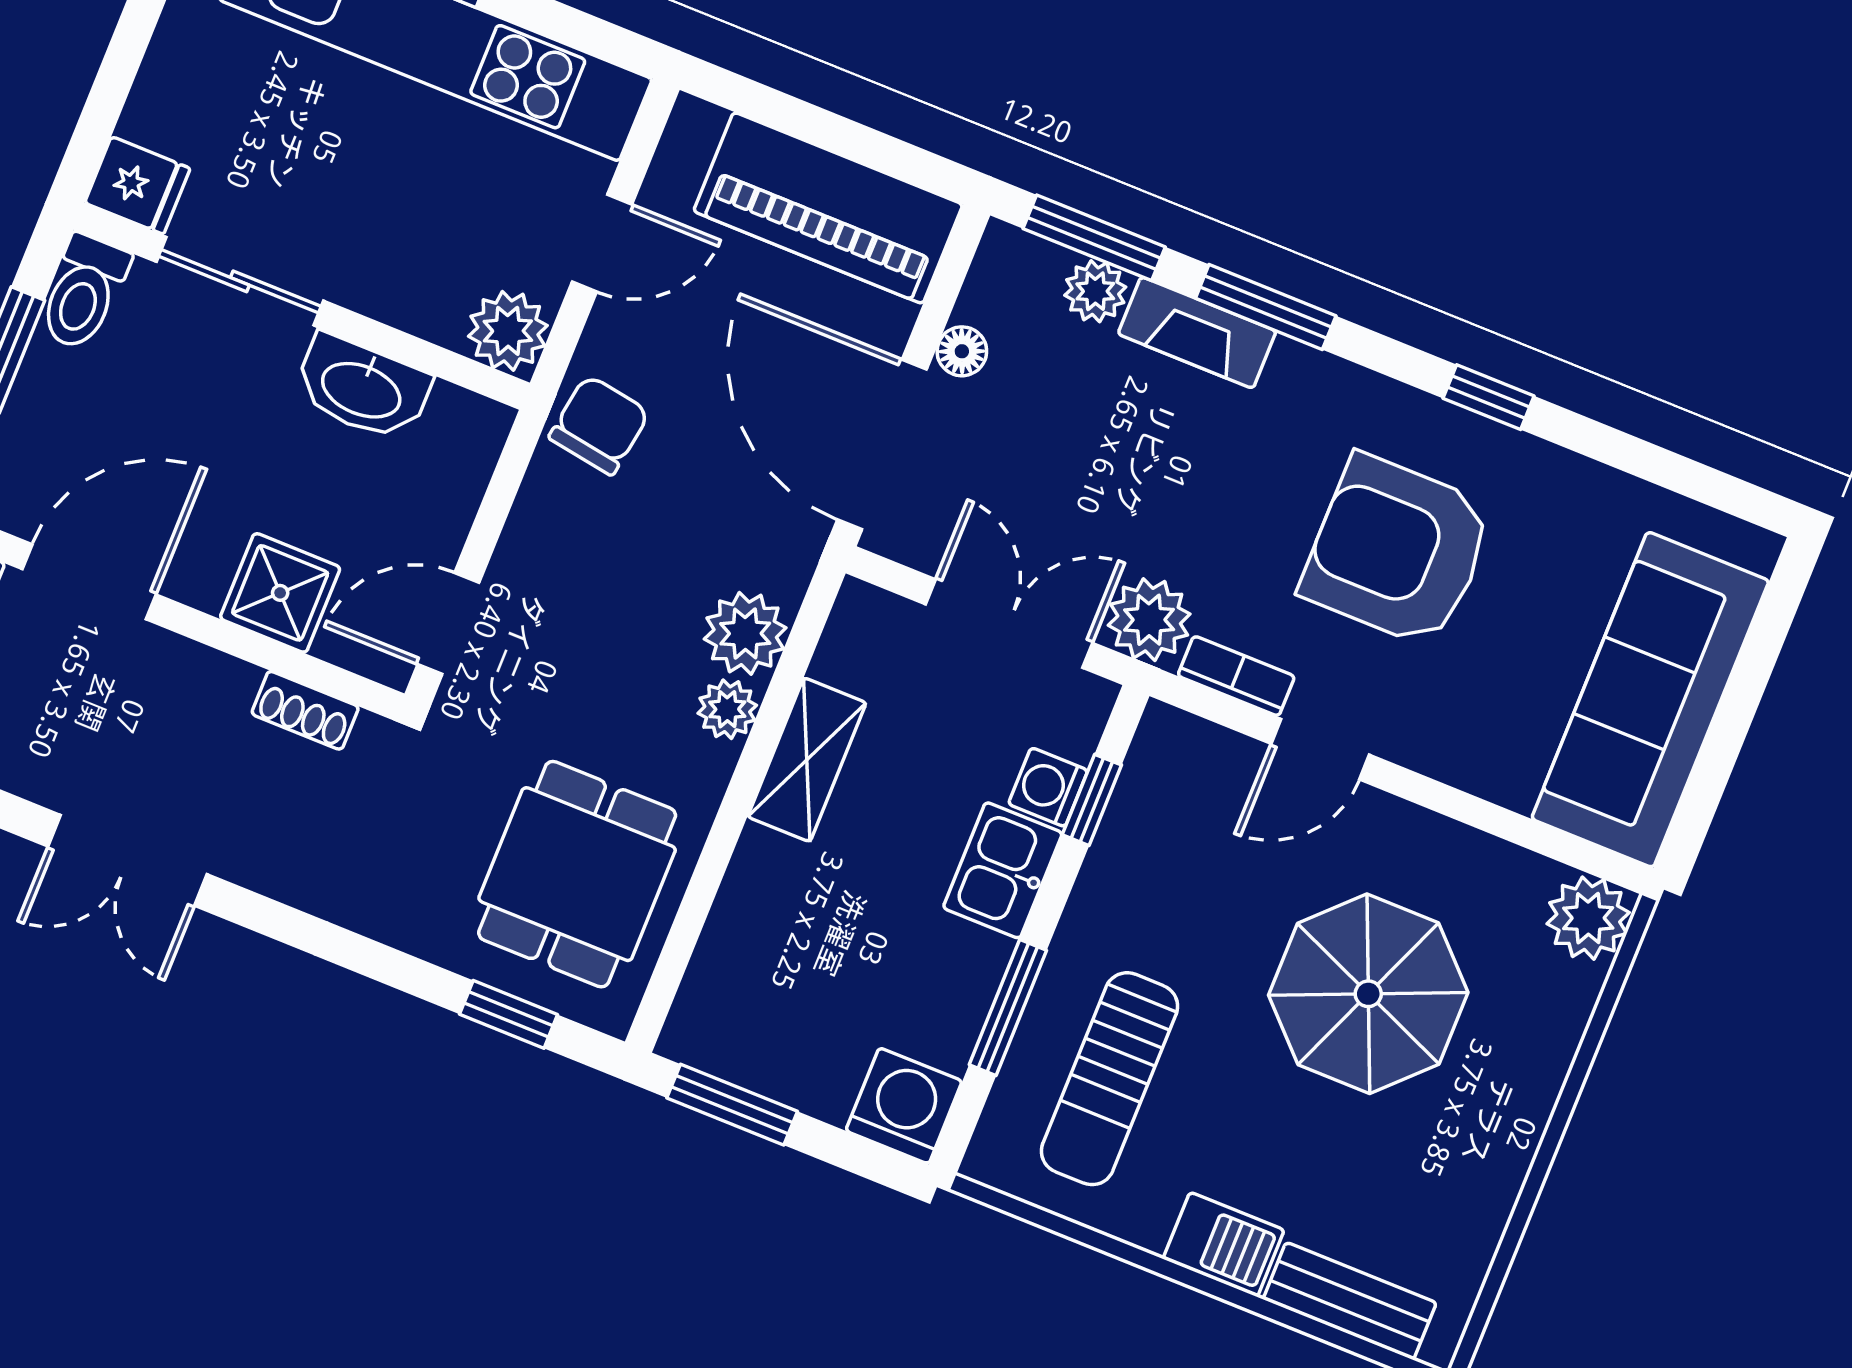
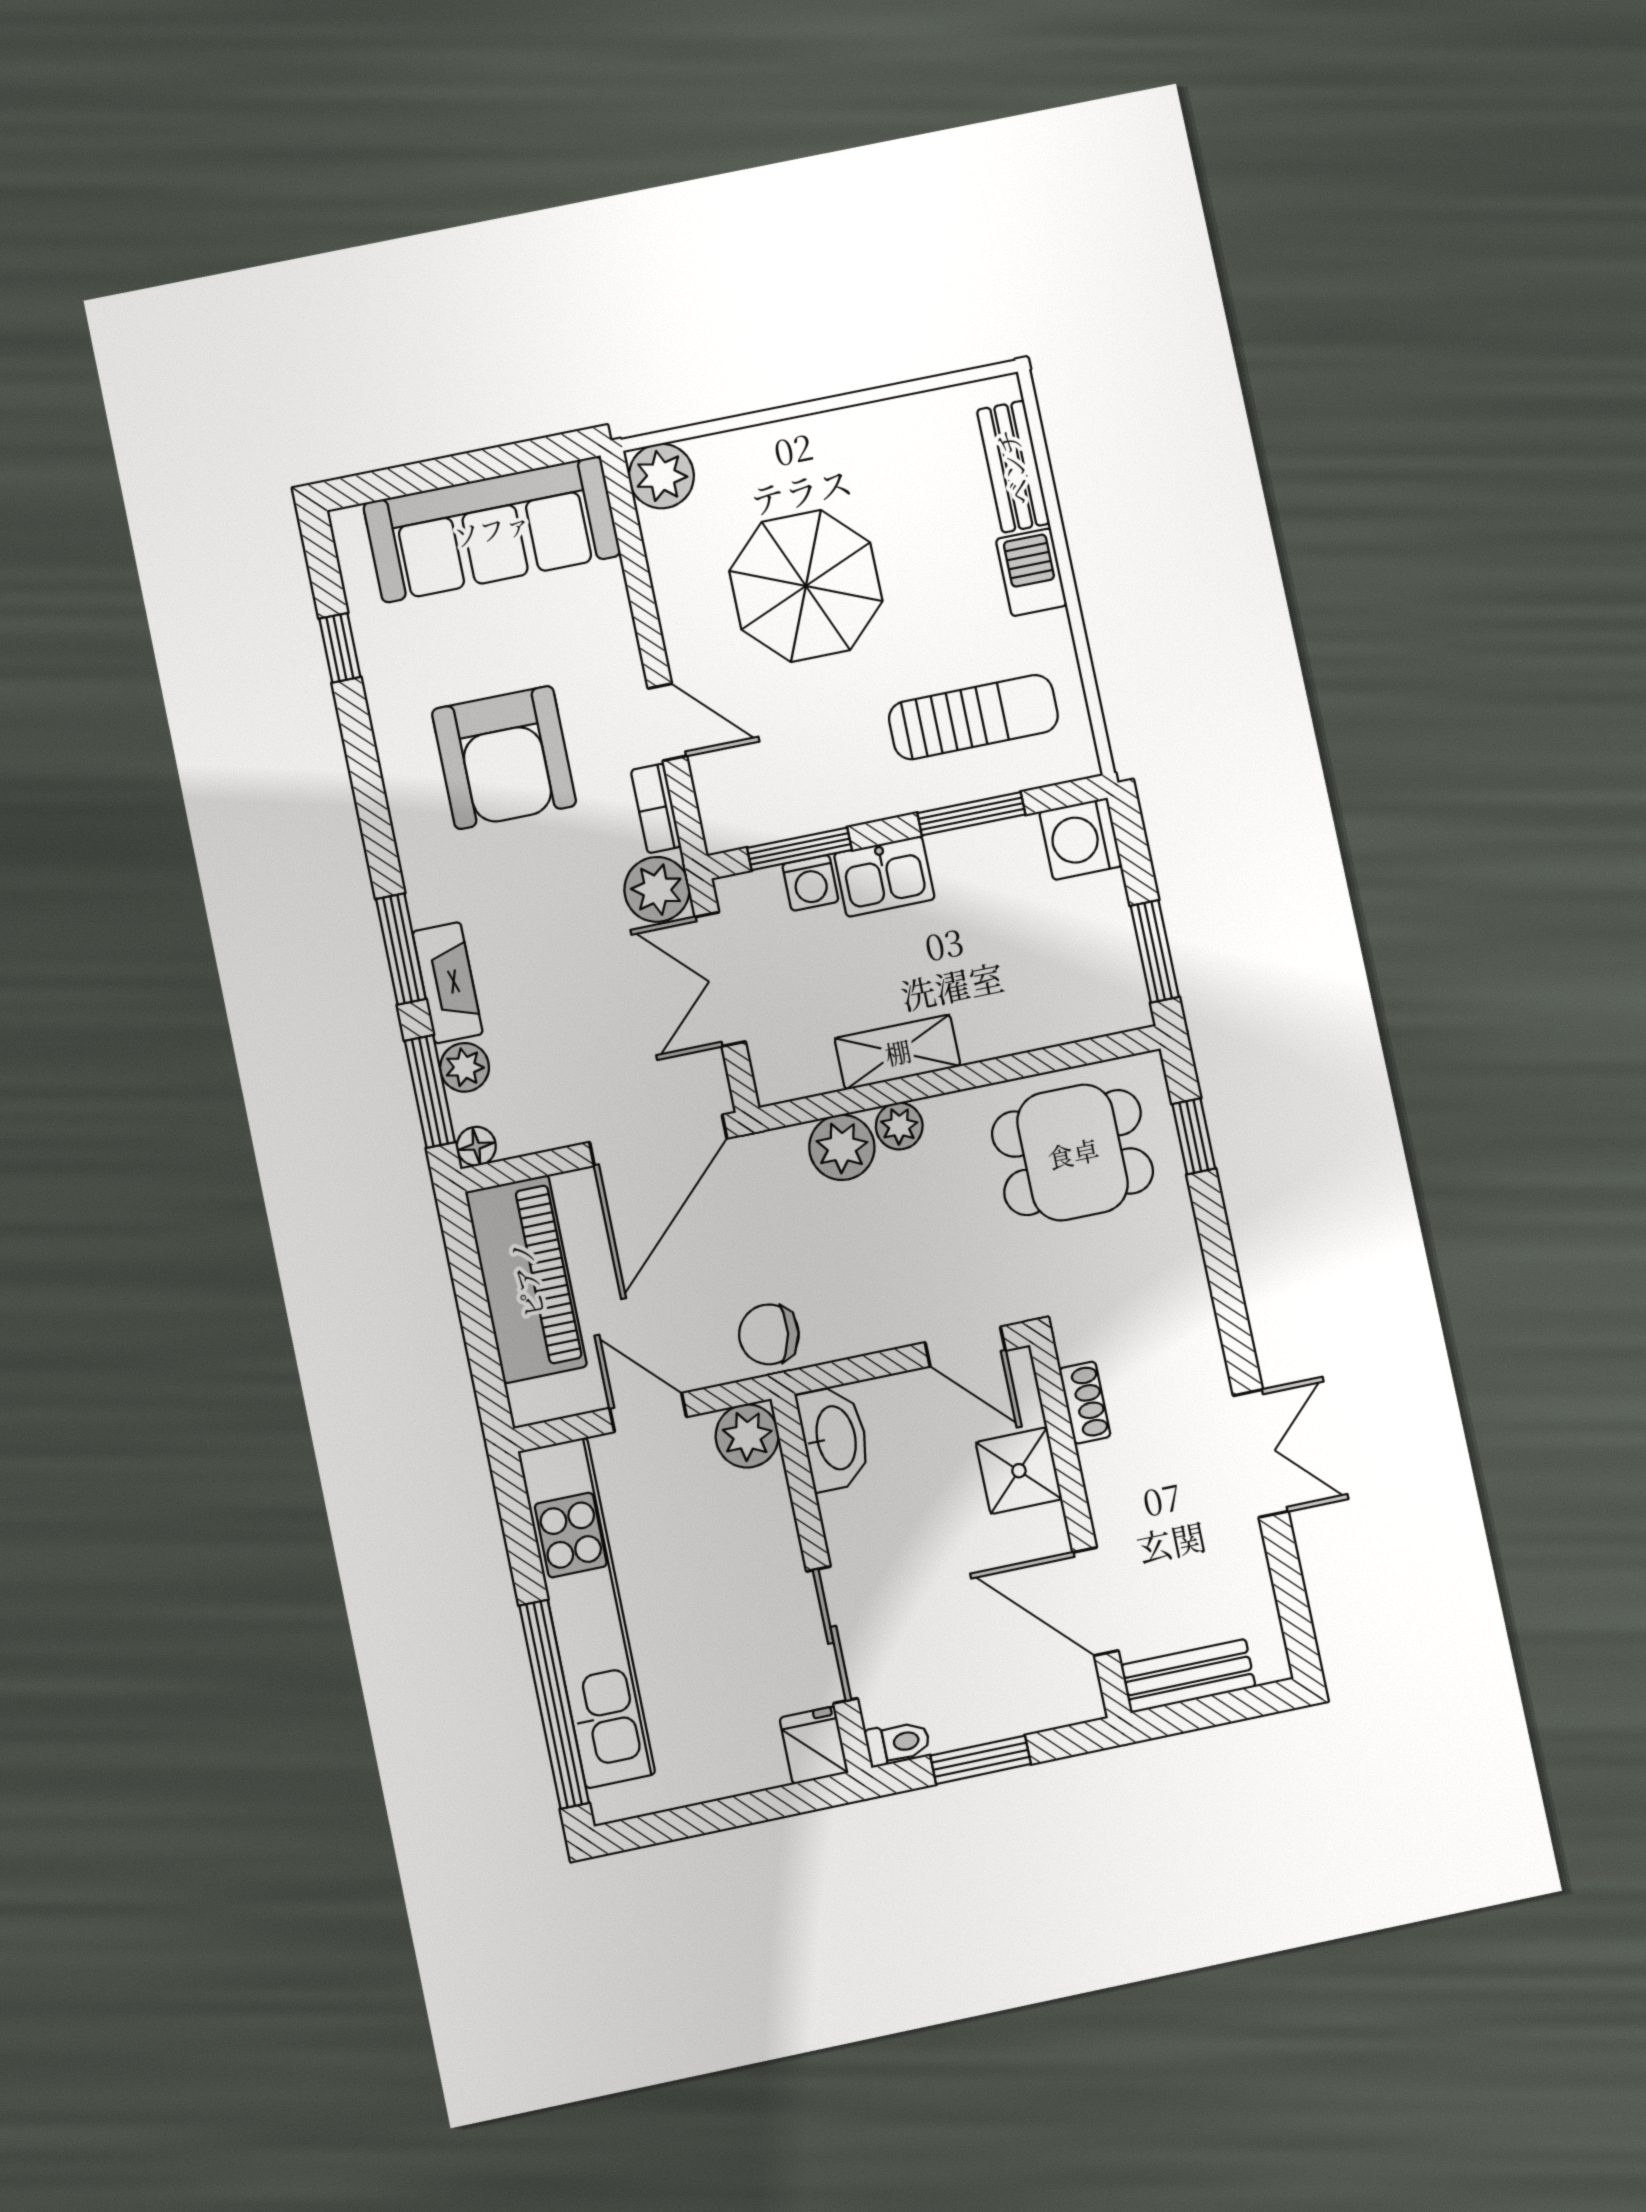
toilet: (84, 292) -> (898, 1743), width x0.73, depth x0.72
floor lamp: (962, 351) -> (476, 1146), moved
washbasin: (362, 388) -> (834, 1438), moved
window: (1489, 397) -> (340, 648), moved
window: (1092, 800) -> (800, 849), width x1.50

